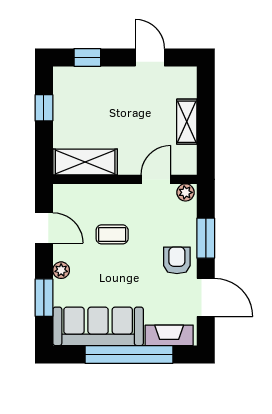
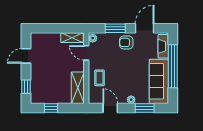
shelving: (187, 122) -> (72, 38), moved
door: (44, 228) -> (110, 108), hinge flipped
coffee table: (112, 234) -> (100, 78), moved

